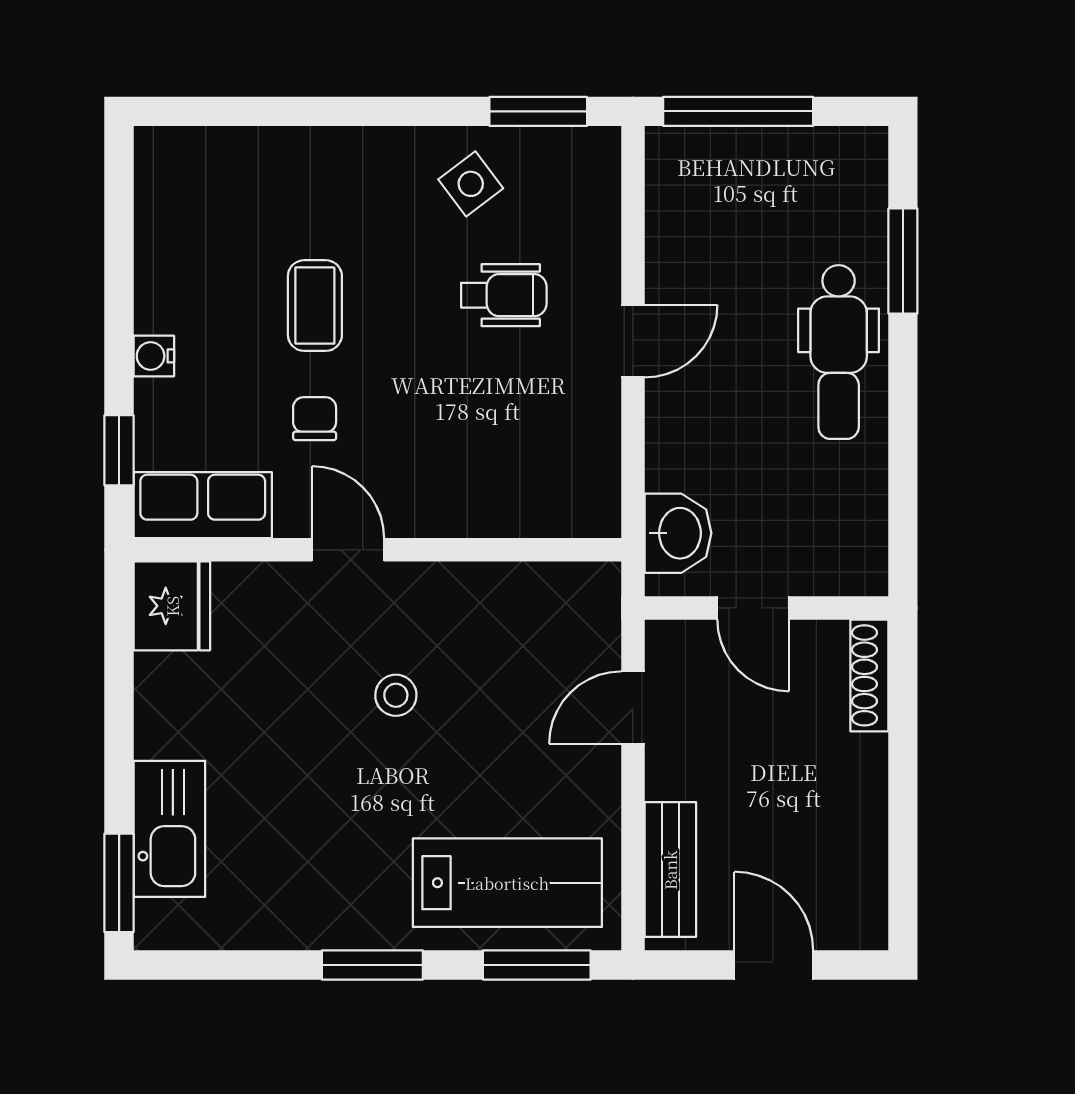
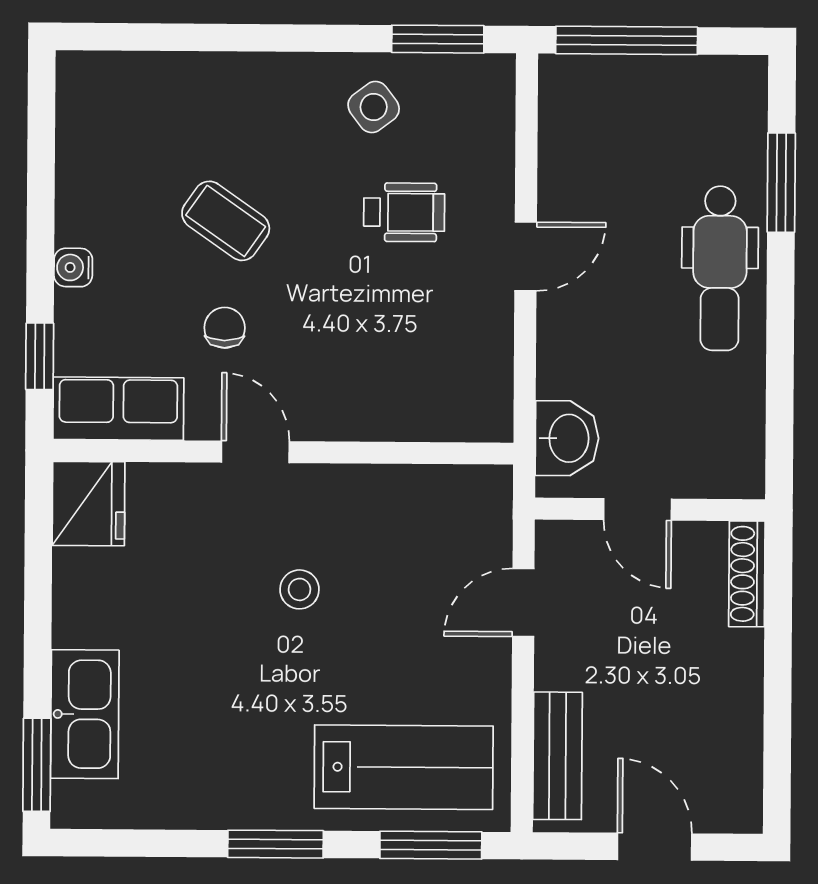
coffee table: (315, 306) -> (226, 221), turned -55

